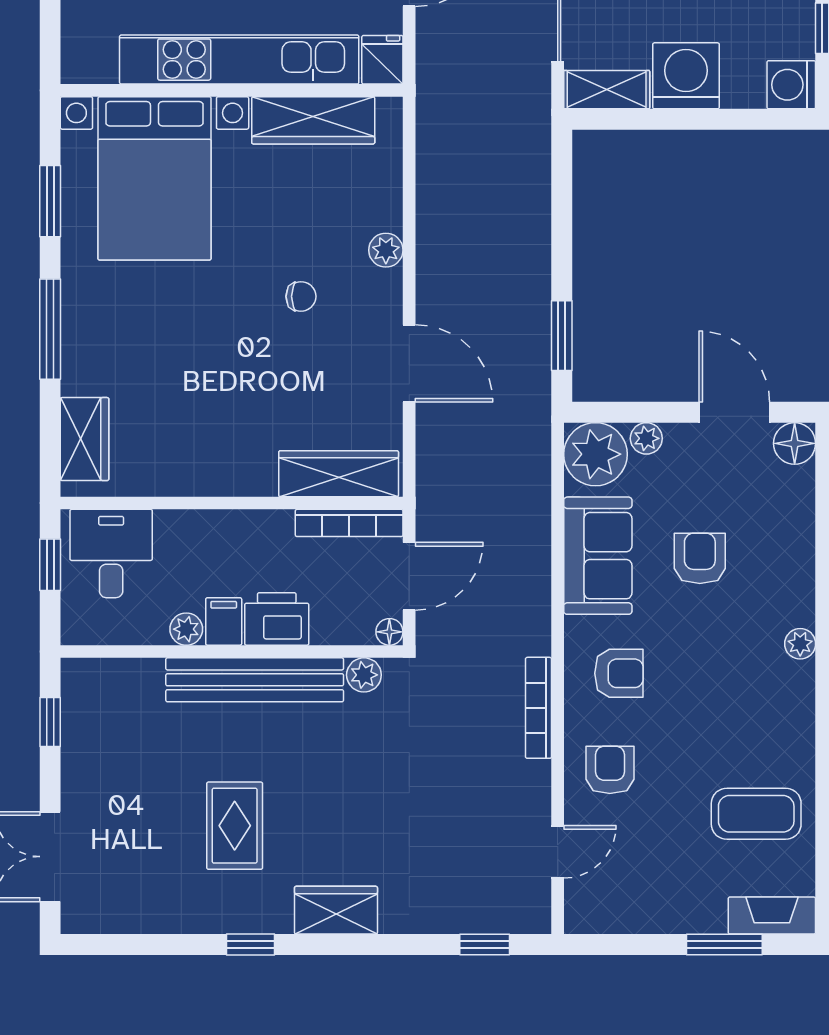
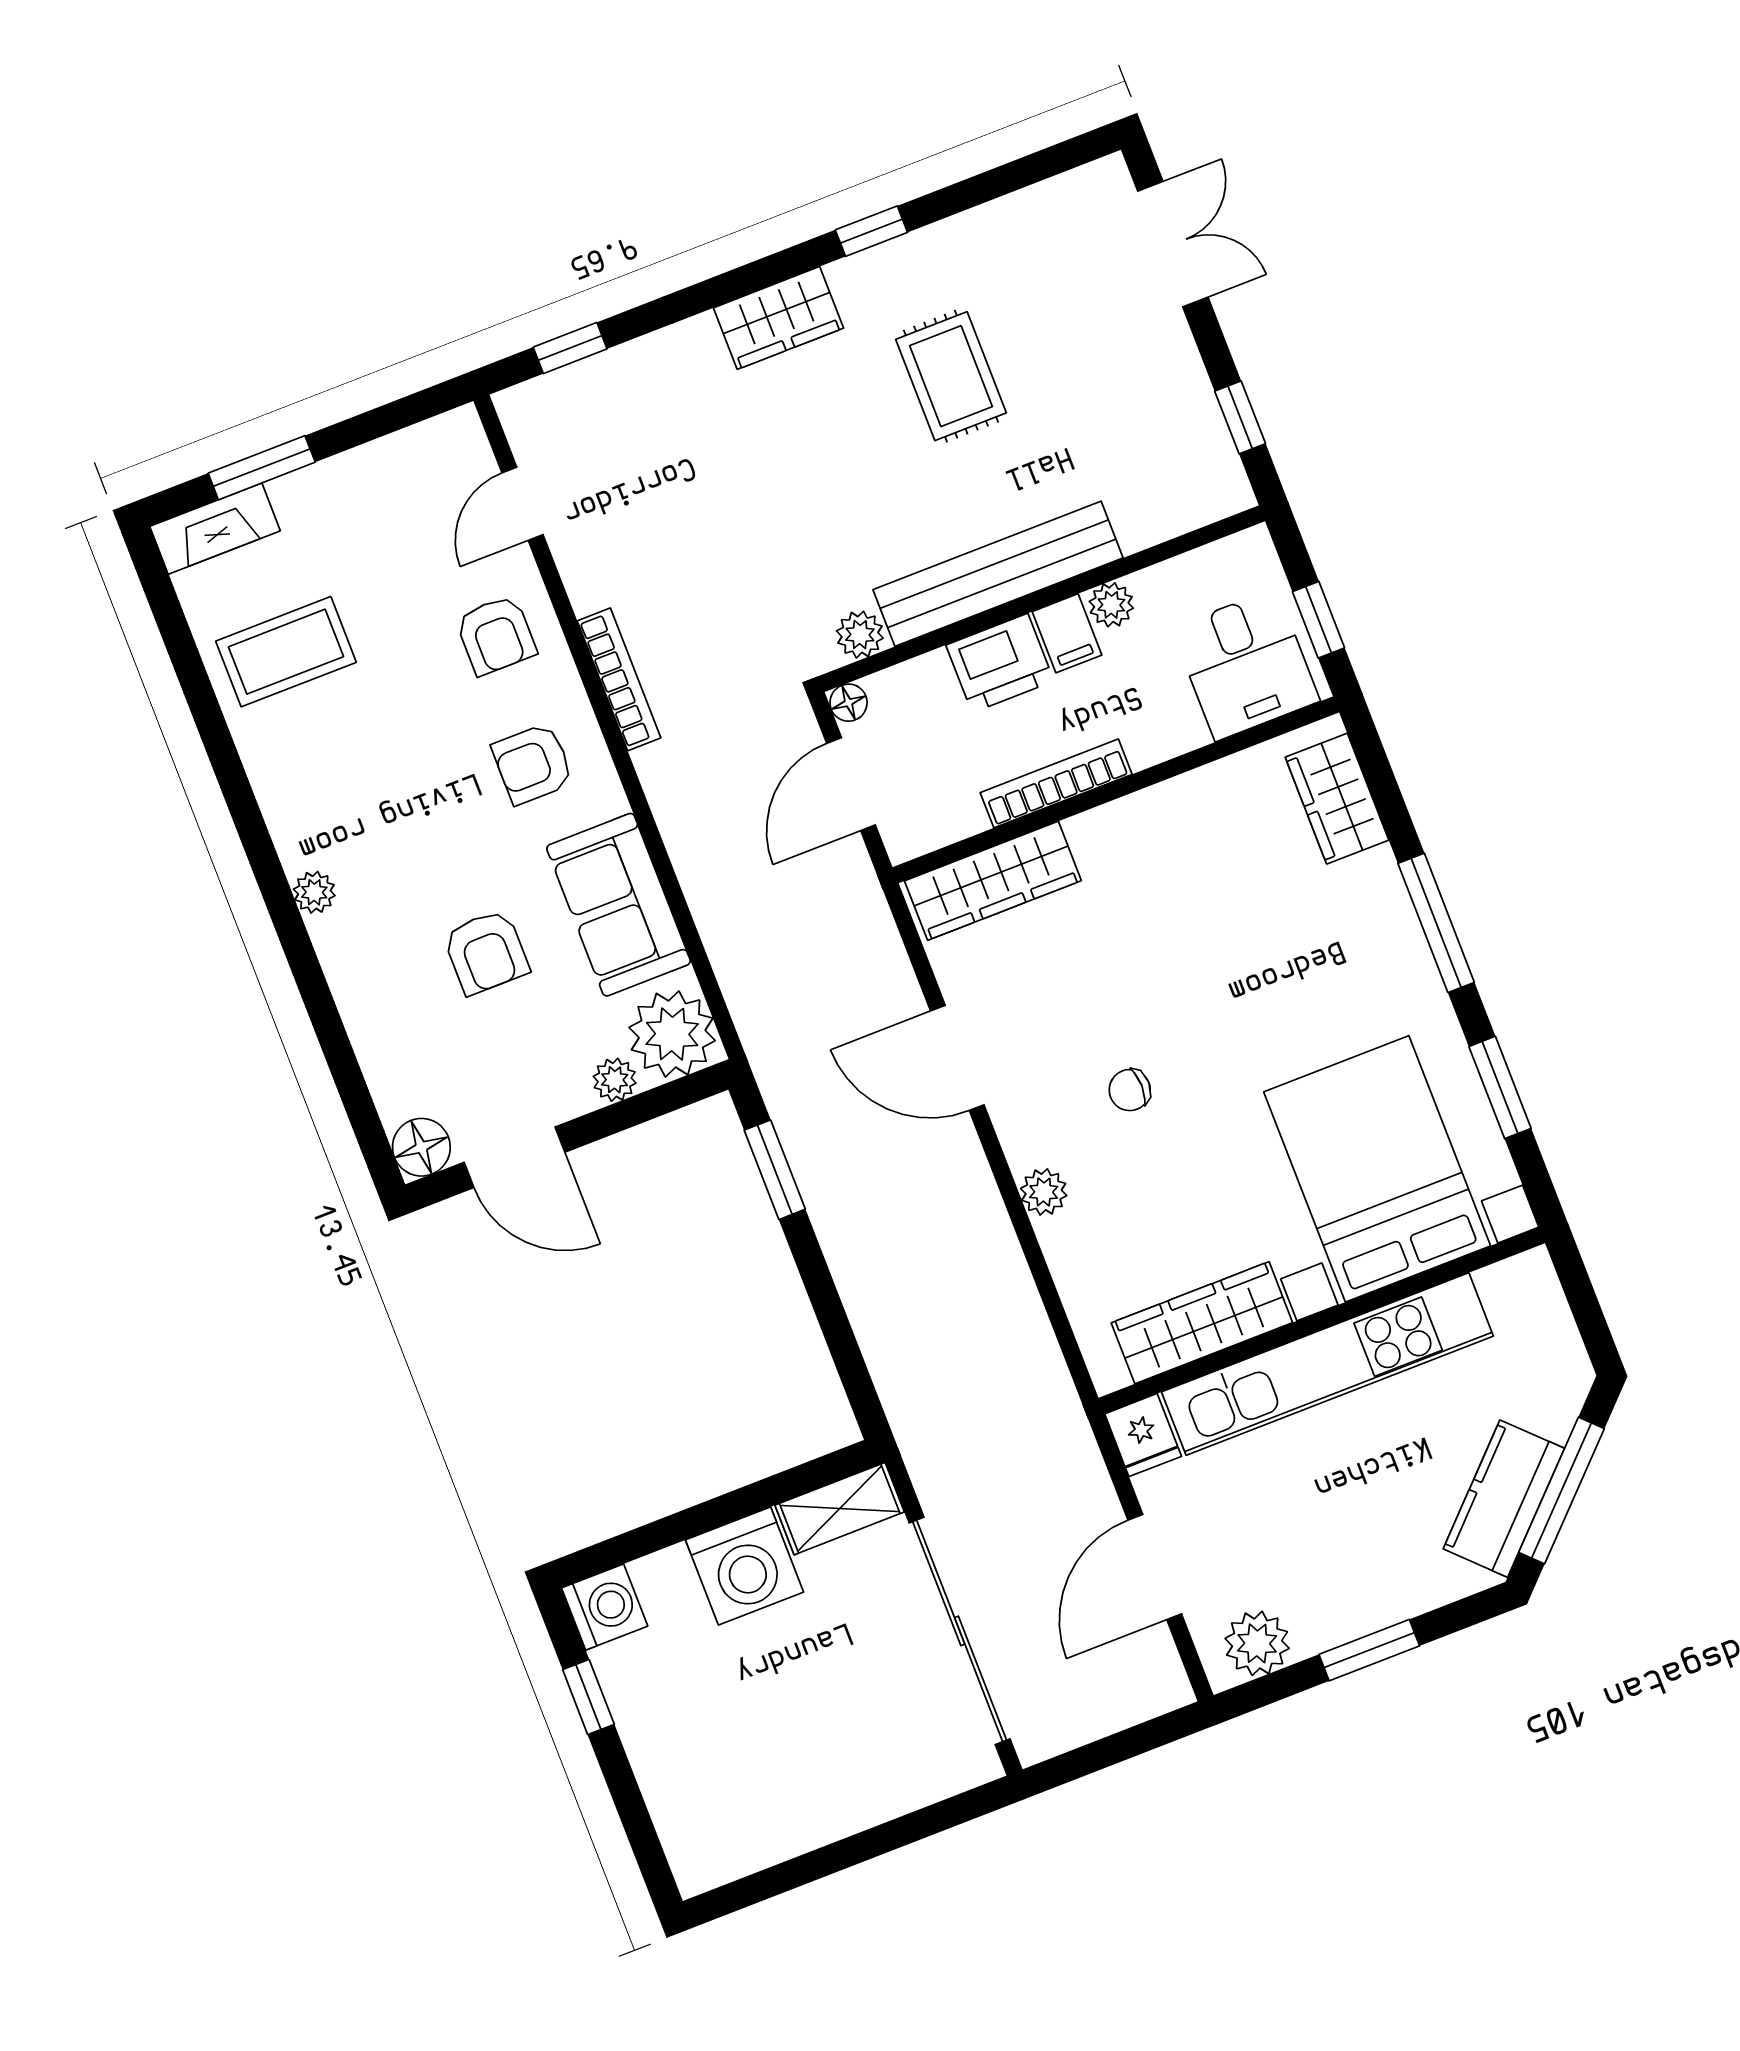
bookcase: (349, 523) -> (1056, 783), moved

